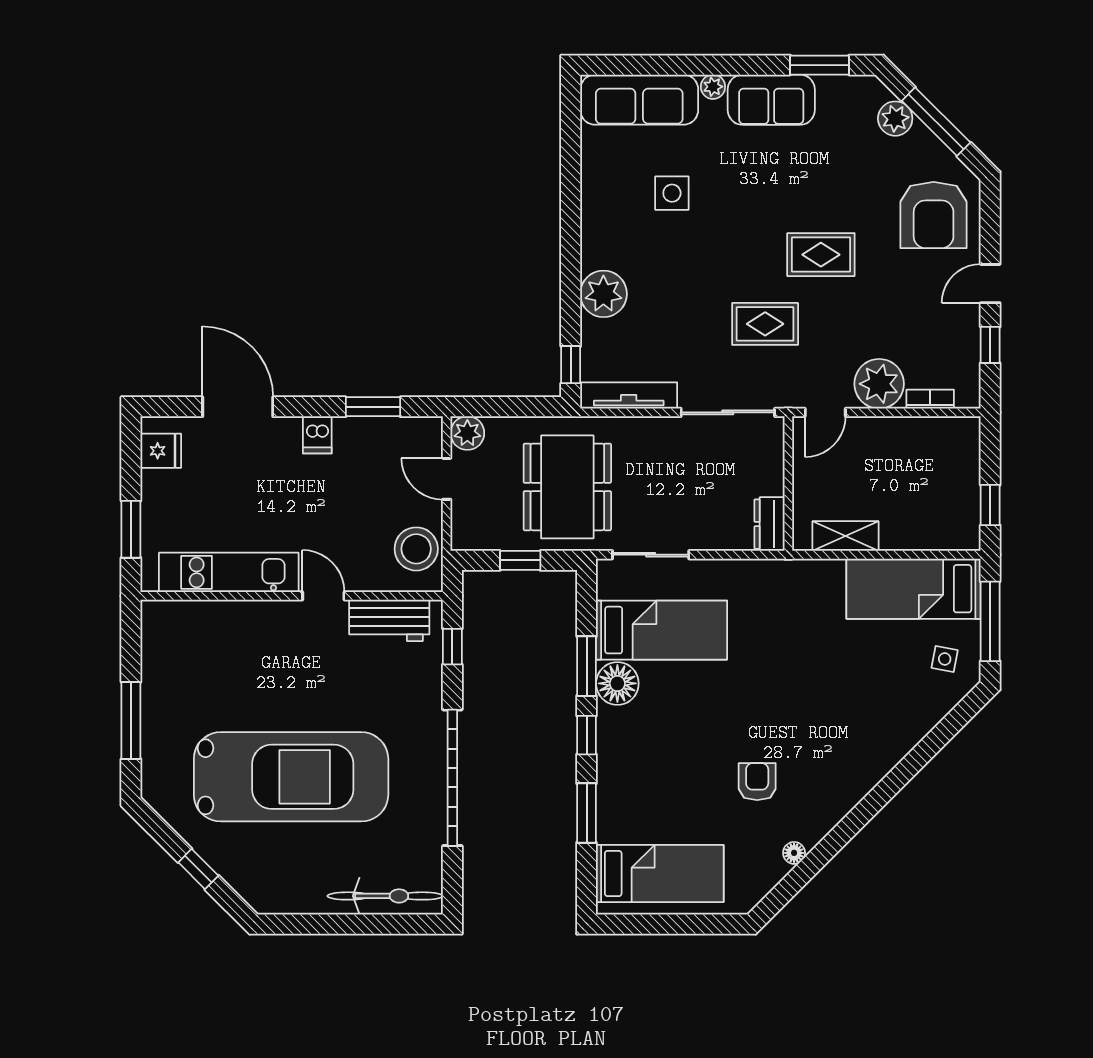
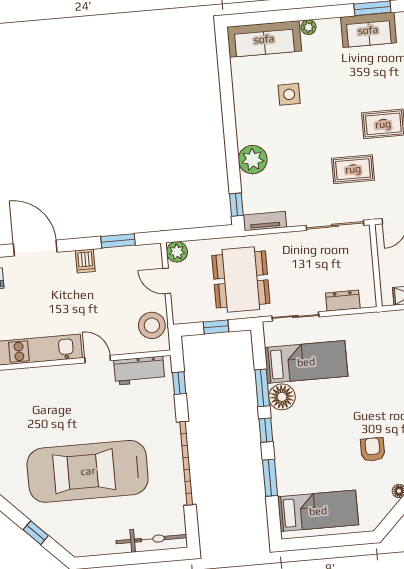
sofa: (771, 100) -> (368, 30), moved
tv unit: (629, 395) -> (265, 221), width x0.71
dresser: (769, 524) -> (343, 301), moved, turned 90
car: (291, 777) -> (88, 471), turned 180

